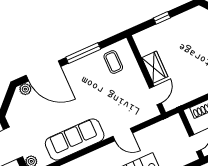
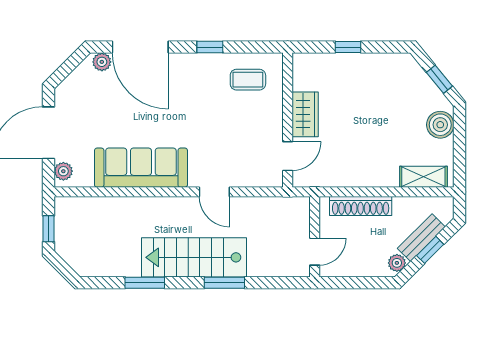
window: (83, 53) -> (210, 47), width x0.46
coffee table: (113, 62) -> (248, 80), turned 90

